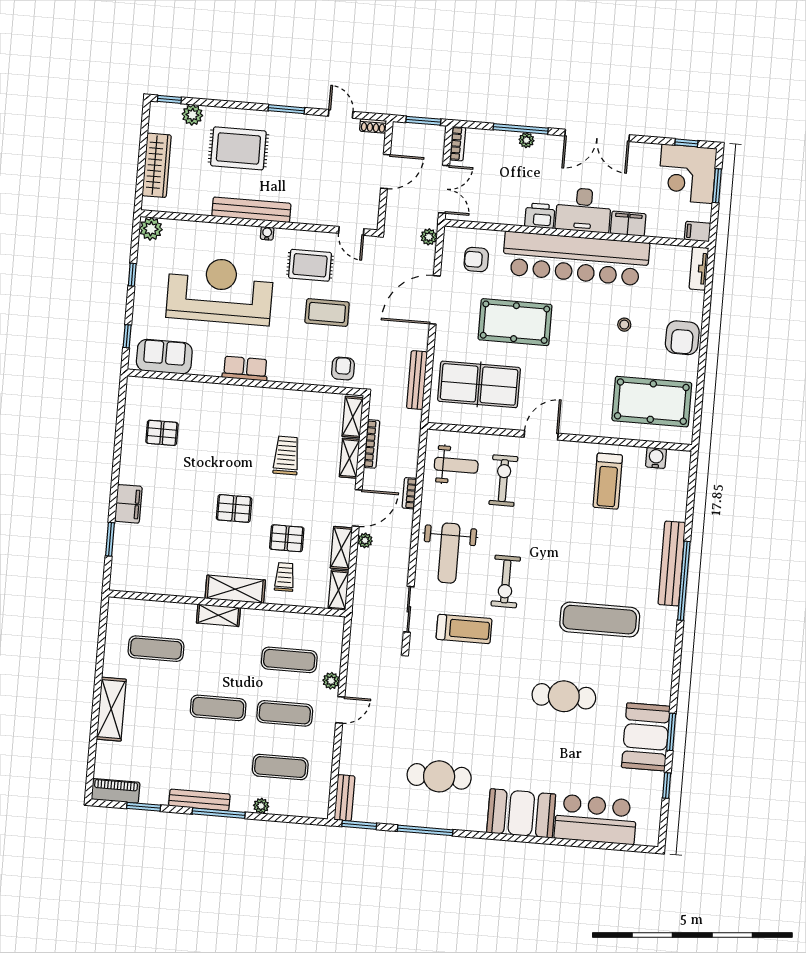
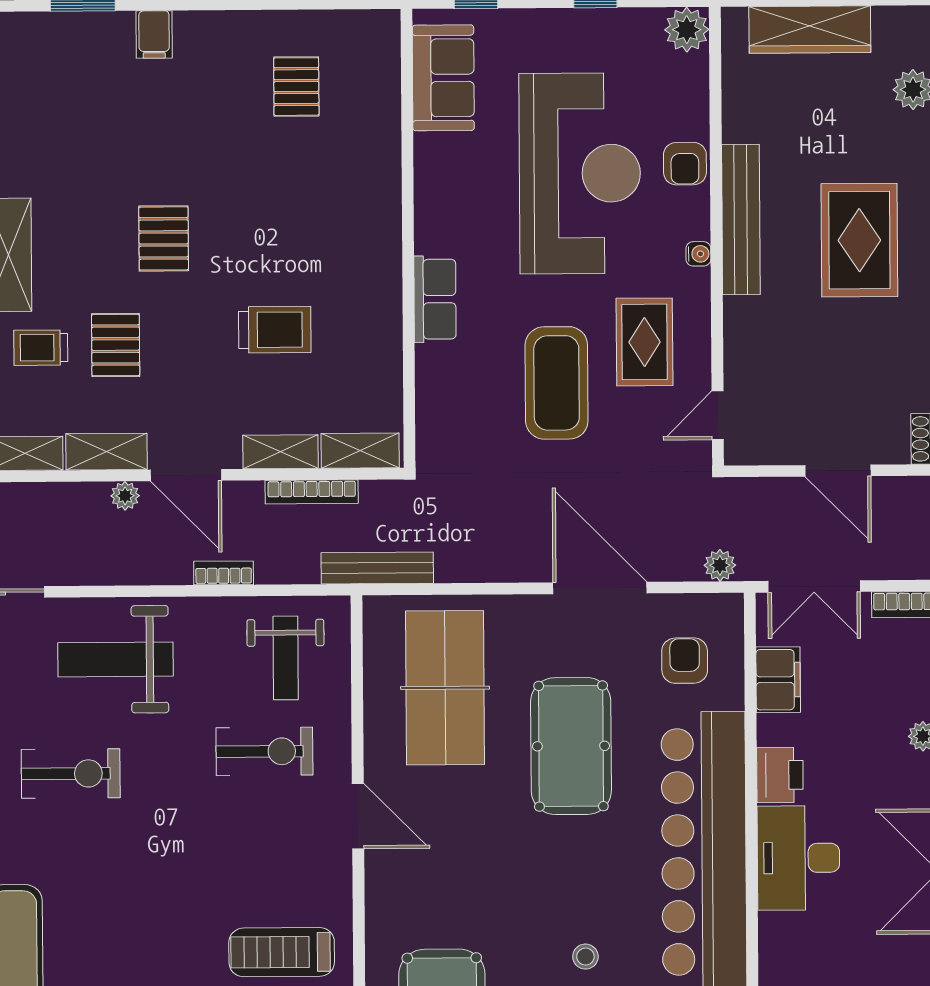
rug: (238, 148) -> (859, 240), moved
filing cabinet: (628, 224) -> (778, 680), moved
coffee table: (327, 313) -> (557, 383), width x1.36, depth x1.32
row of seats: (245, 369) -> (435, 299), moved
armchair: (343, 369) -> (685, 164), moved, turned 90
bench: (417, 380) -> (377, 568), moved
filing cabinet: (128, 504) -> (154, 34), width x0.50
trolley: (285, 577) -> (41, 348), turned 180
exercise bike: (506, 582) -> (71, 774), turned 180

